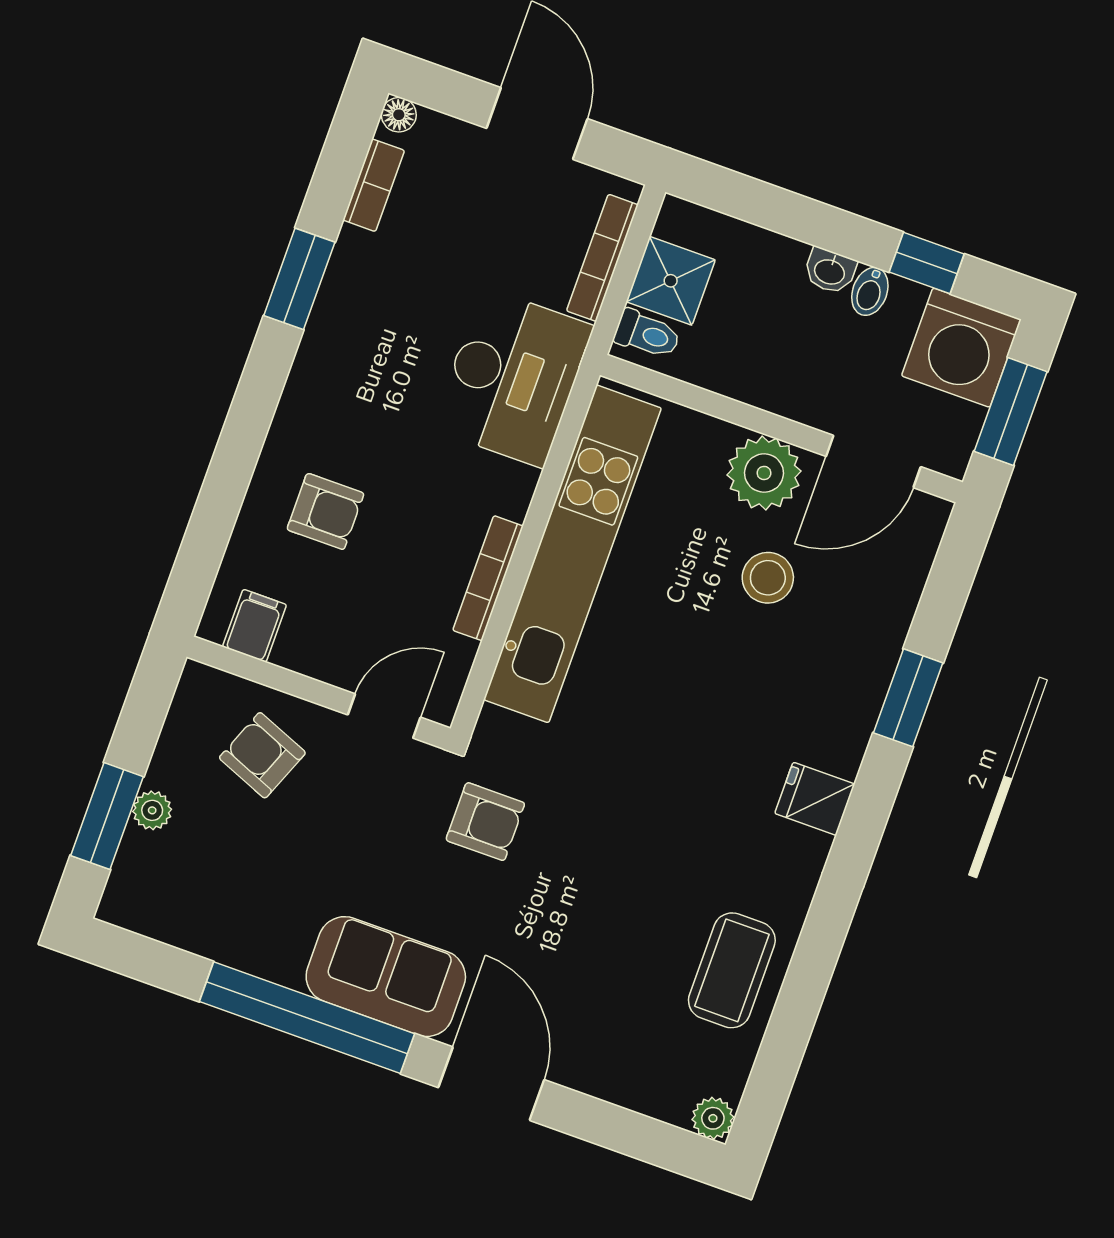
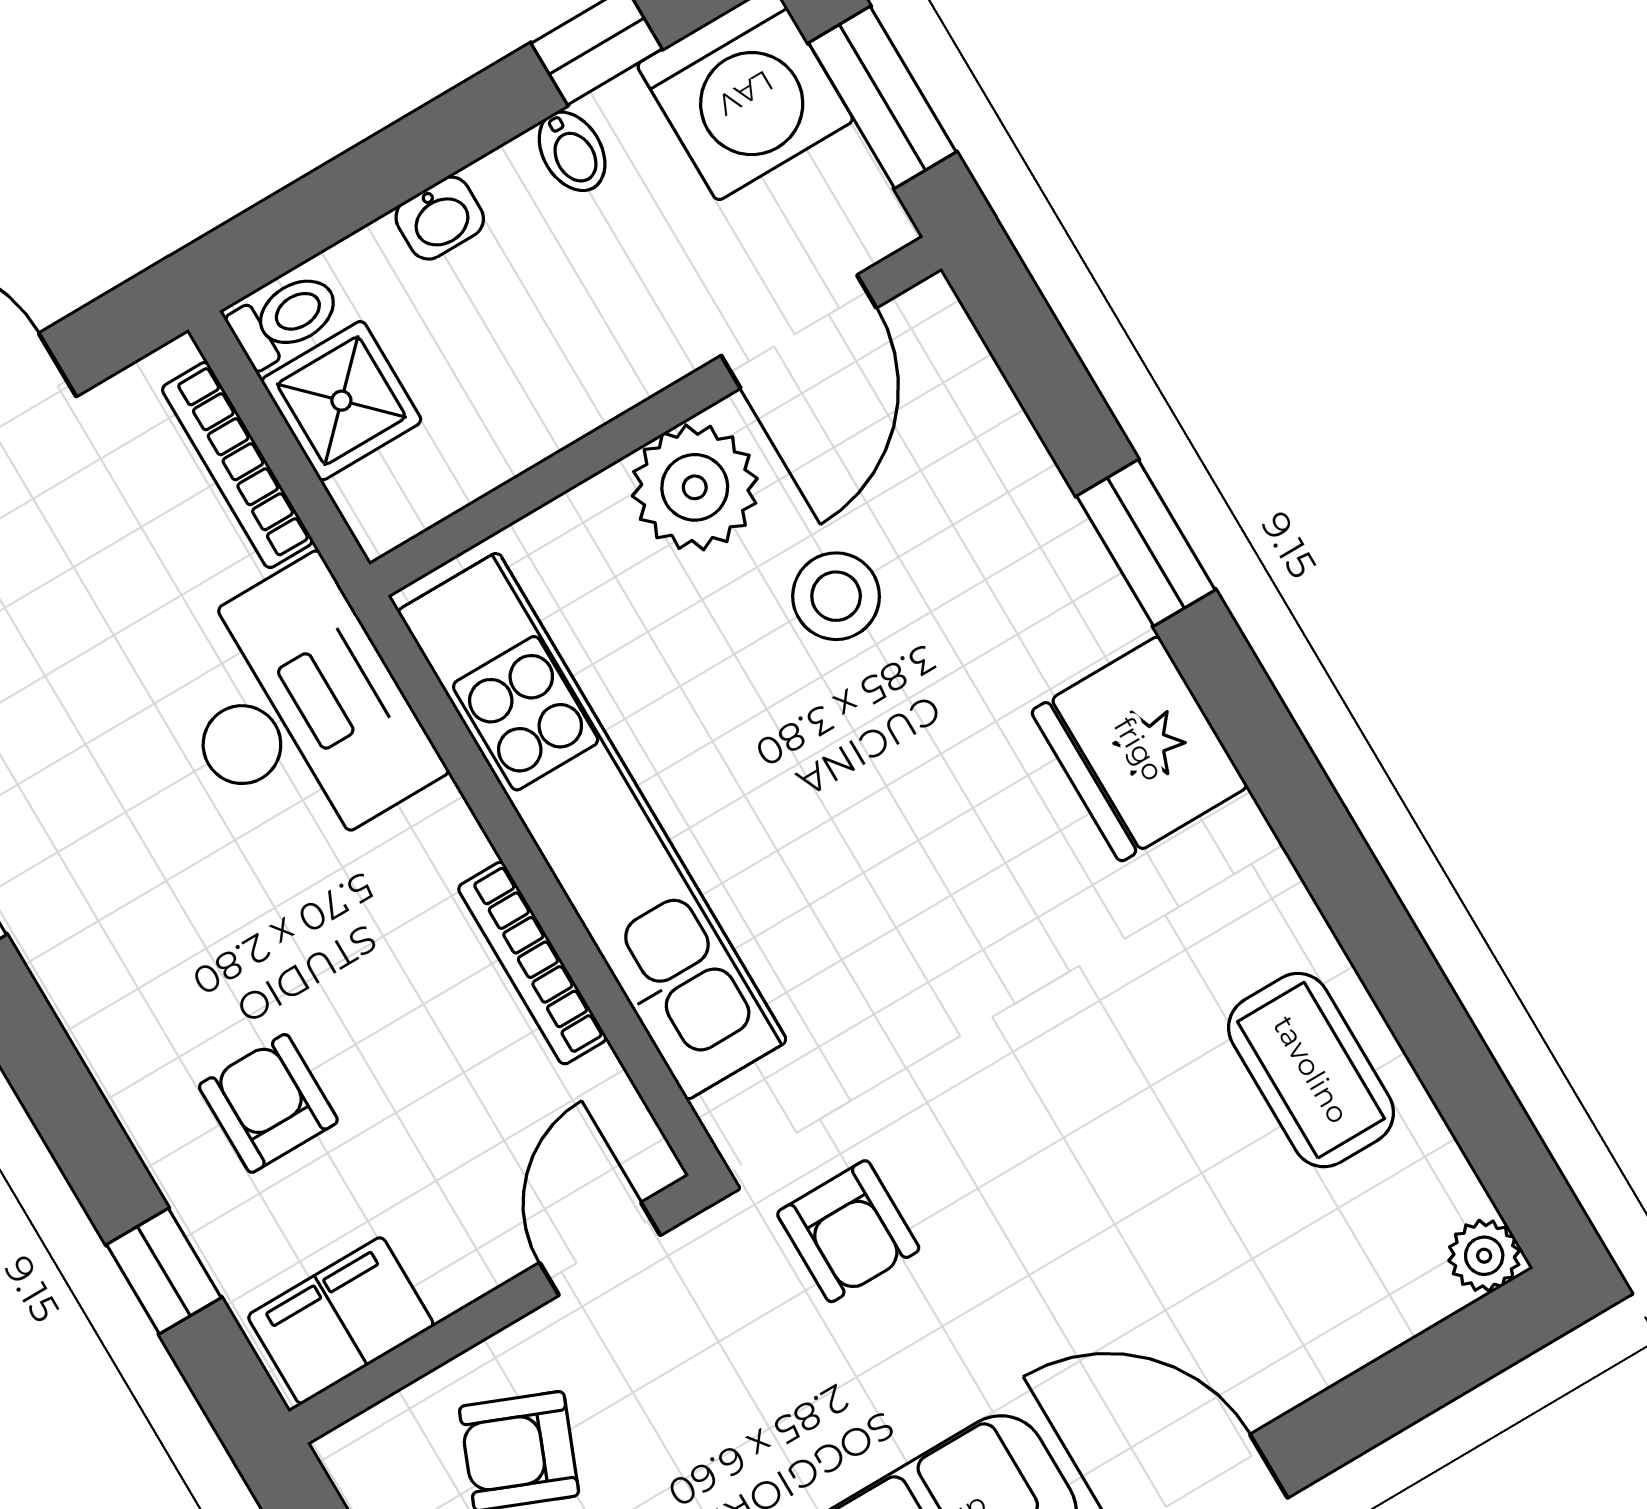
washbasin: (830, 271) -> (440, 218), moved
toilet: (647, 334) -> (285, 319), moved
armchair: (325, 511) -> (268, 1103), turned -90
window: (210, 527) -> (164, 1271), added
filing cabinet: (255, 626) -> (341, 1321), width x2.00
fridge: (815, 799) -> (1139, 749), width x1.88, depth x1.34
armchair: (485, 822) -> (848, 1231), turned 90

